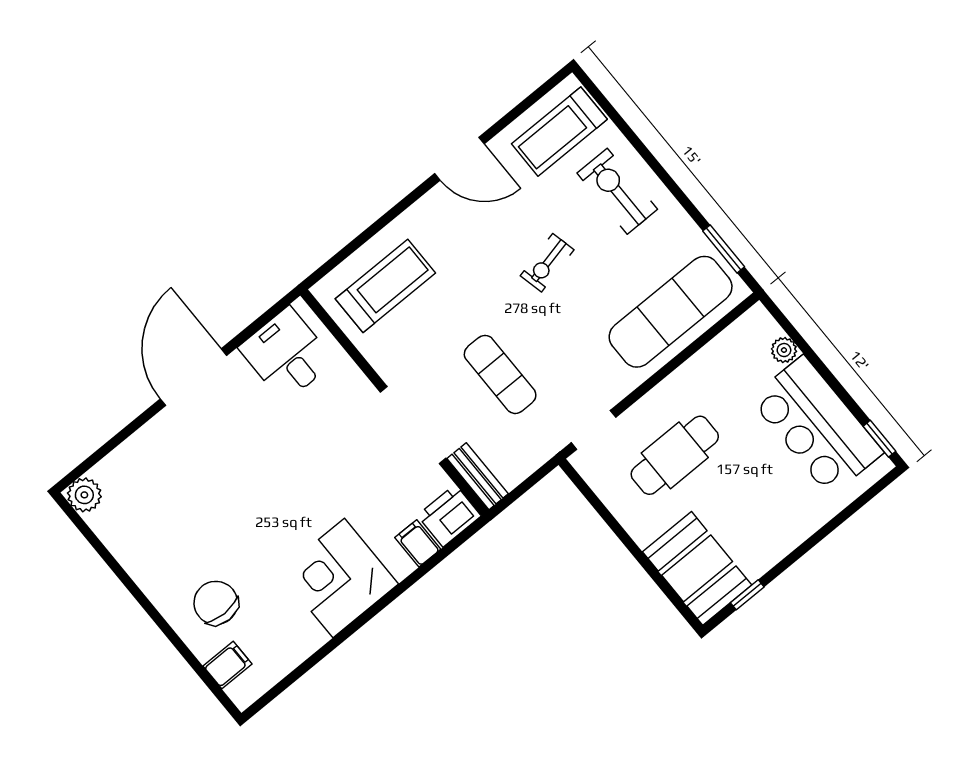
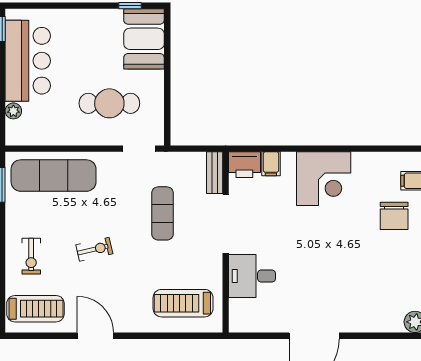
exercise bike: (617, 191) -> (31, 256), width x0.73, depth x0.72
desk: (287, 354) -> (252, 276), moved, turned 90

